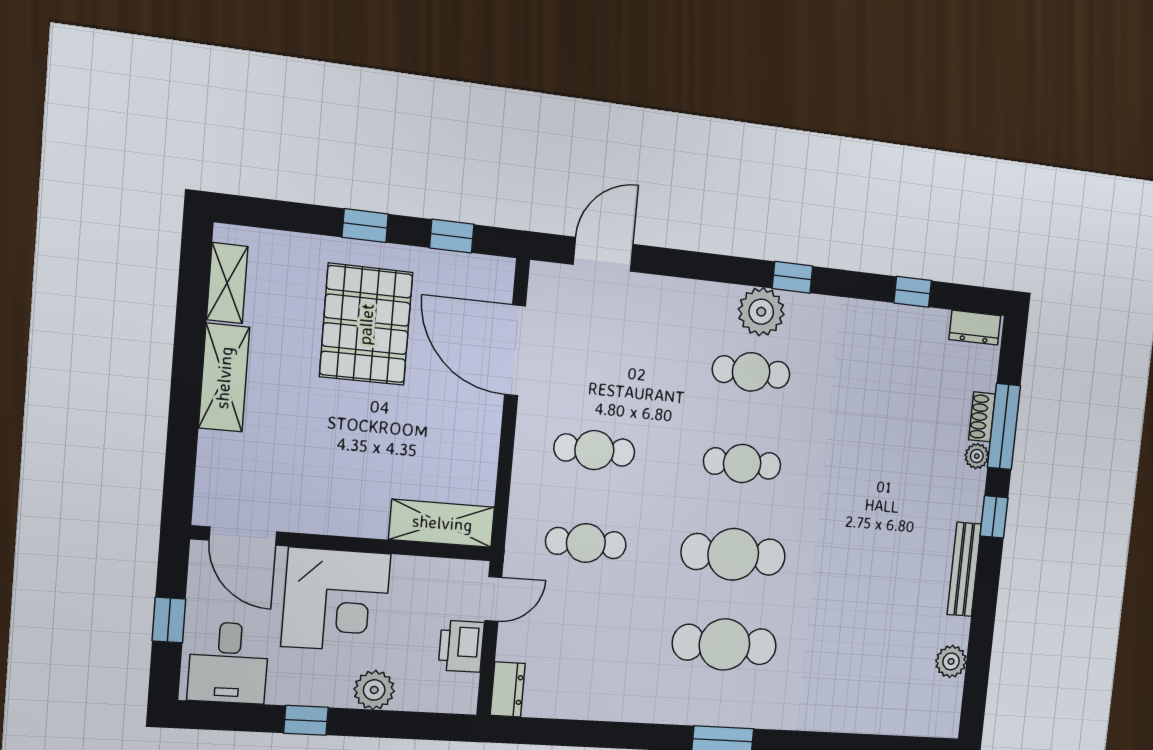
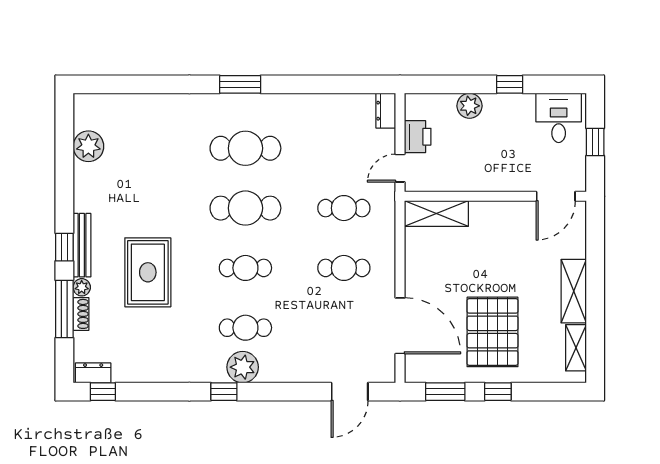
window: (452, 236) -> (445, 392), width x1.50
window: (913, 292) -> (103, 392), moved
rug: (883, 470) -> (148, 272), added
door: (243, 536) -> (556, 196), swing flipped
bench: (964, 569) -> (82, 245), moved
corner desk: (336, 600) -> (497, 161), removed
plant: (951, 661) -> (88, 146), width x1.36, depth x1.36

